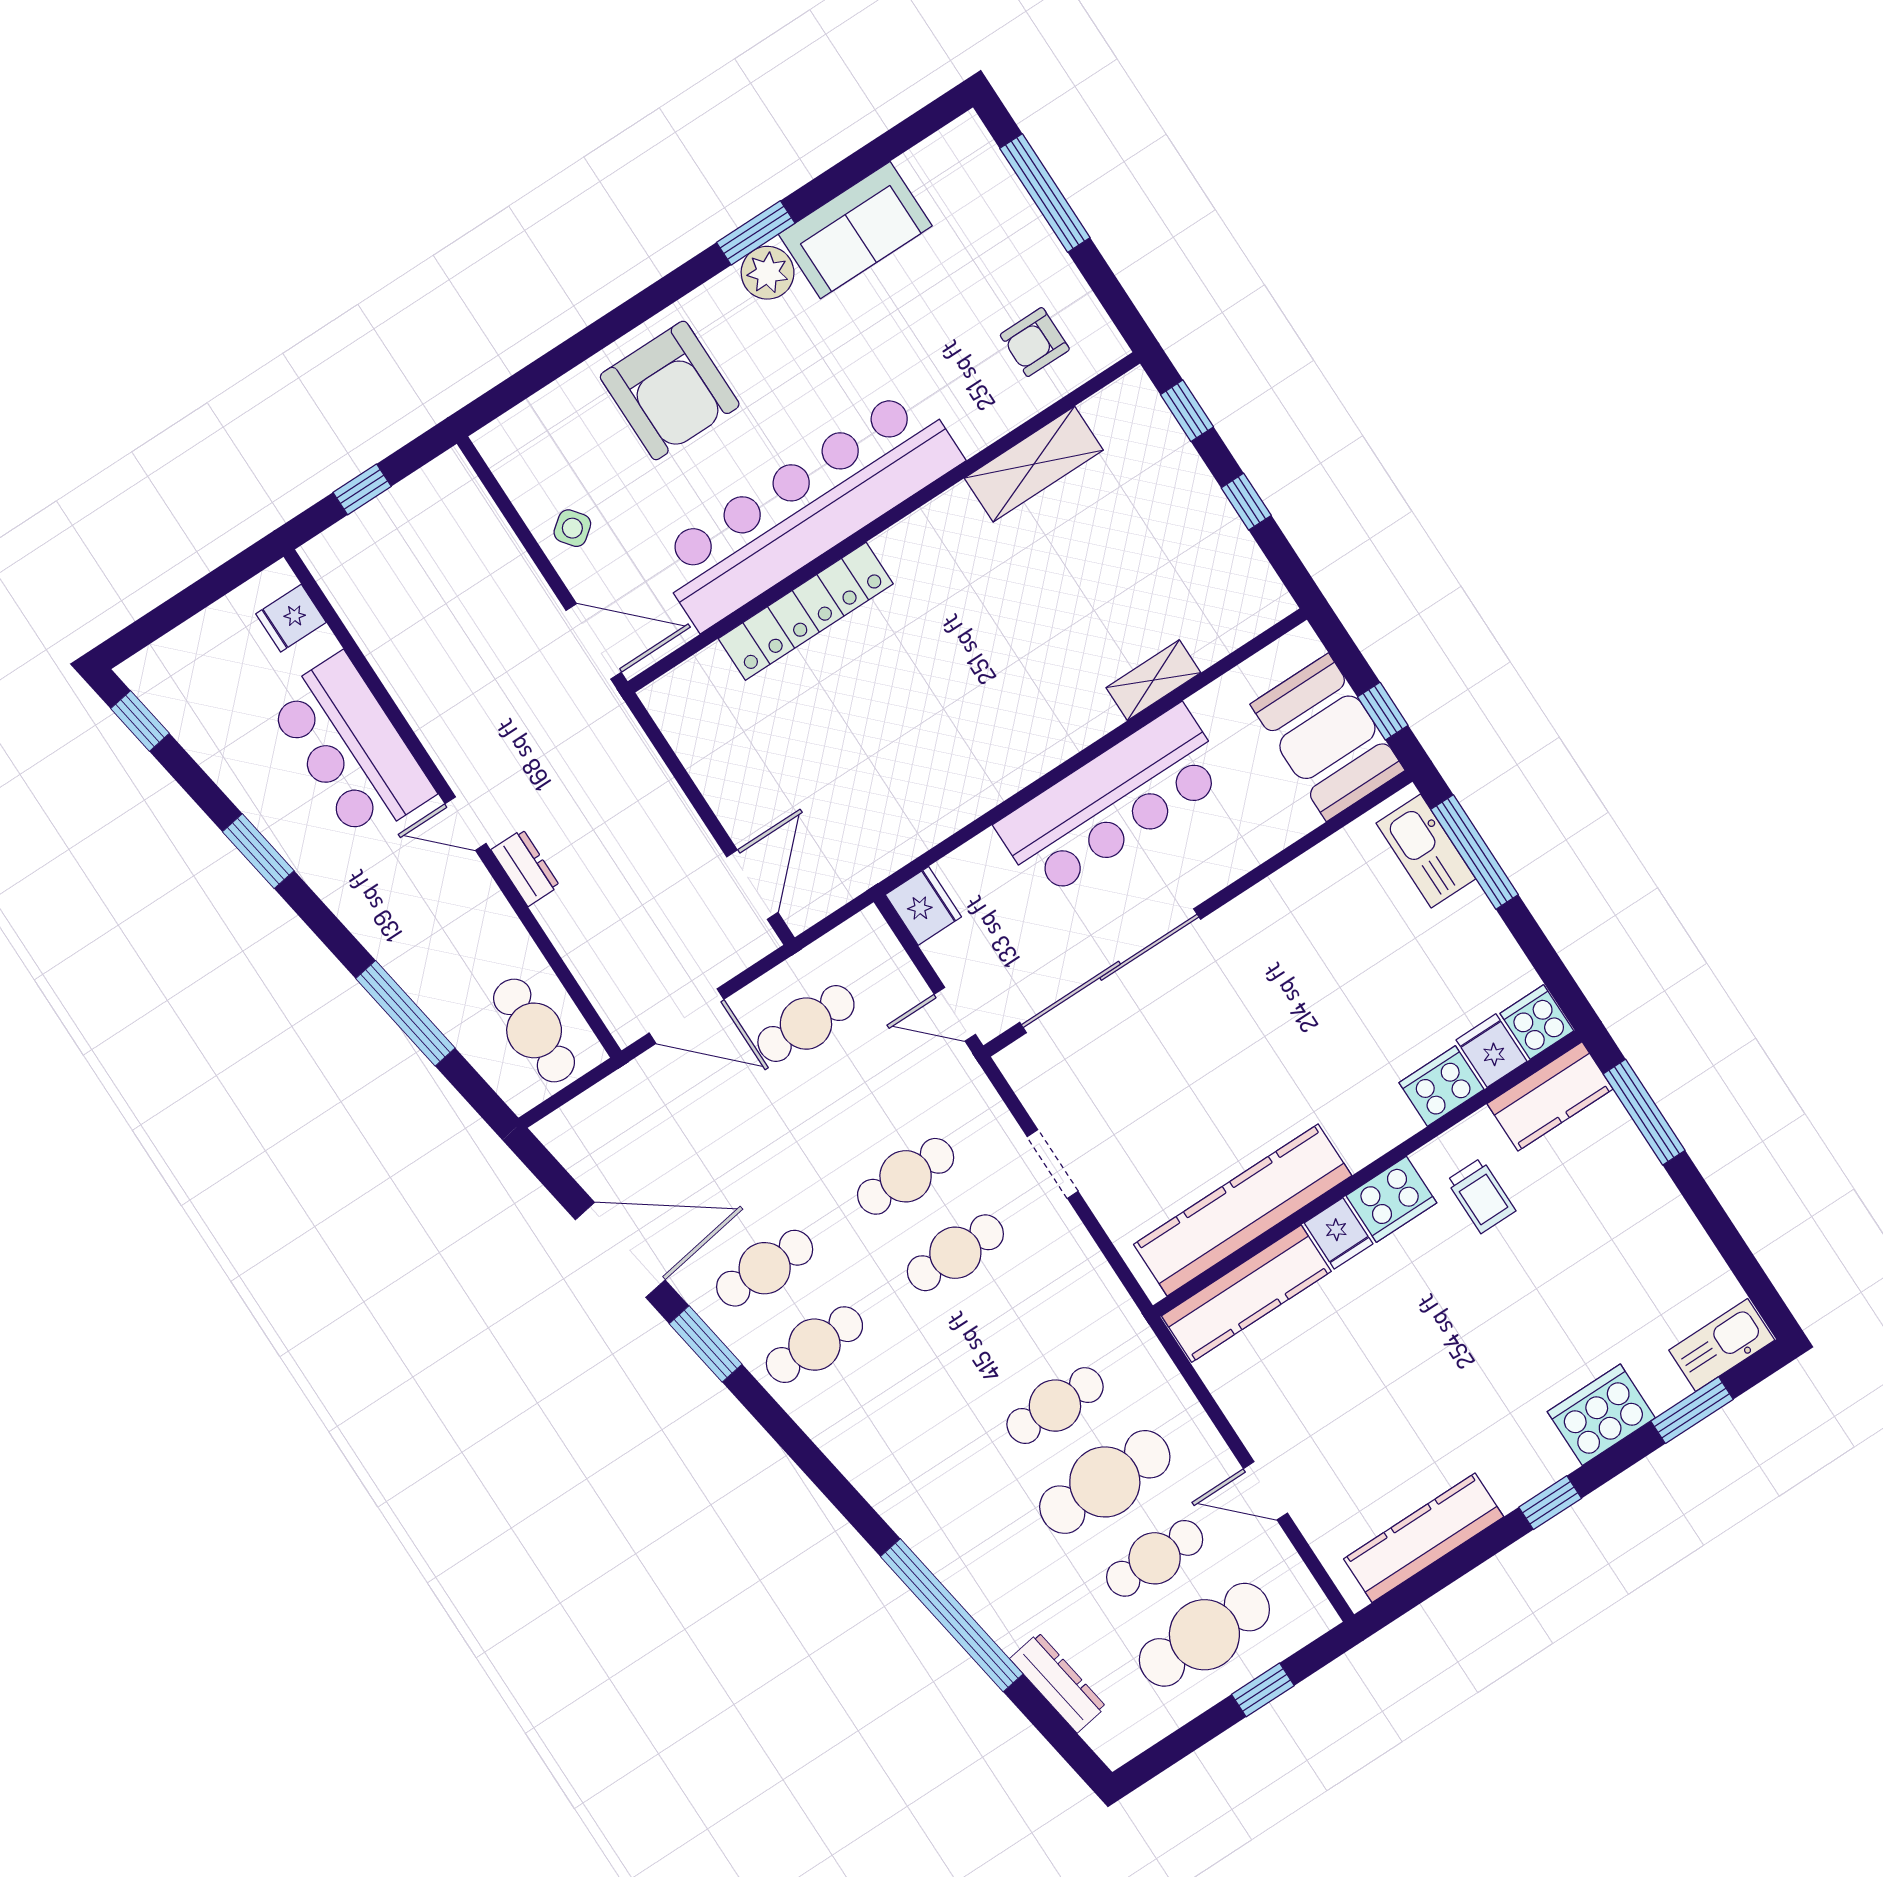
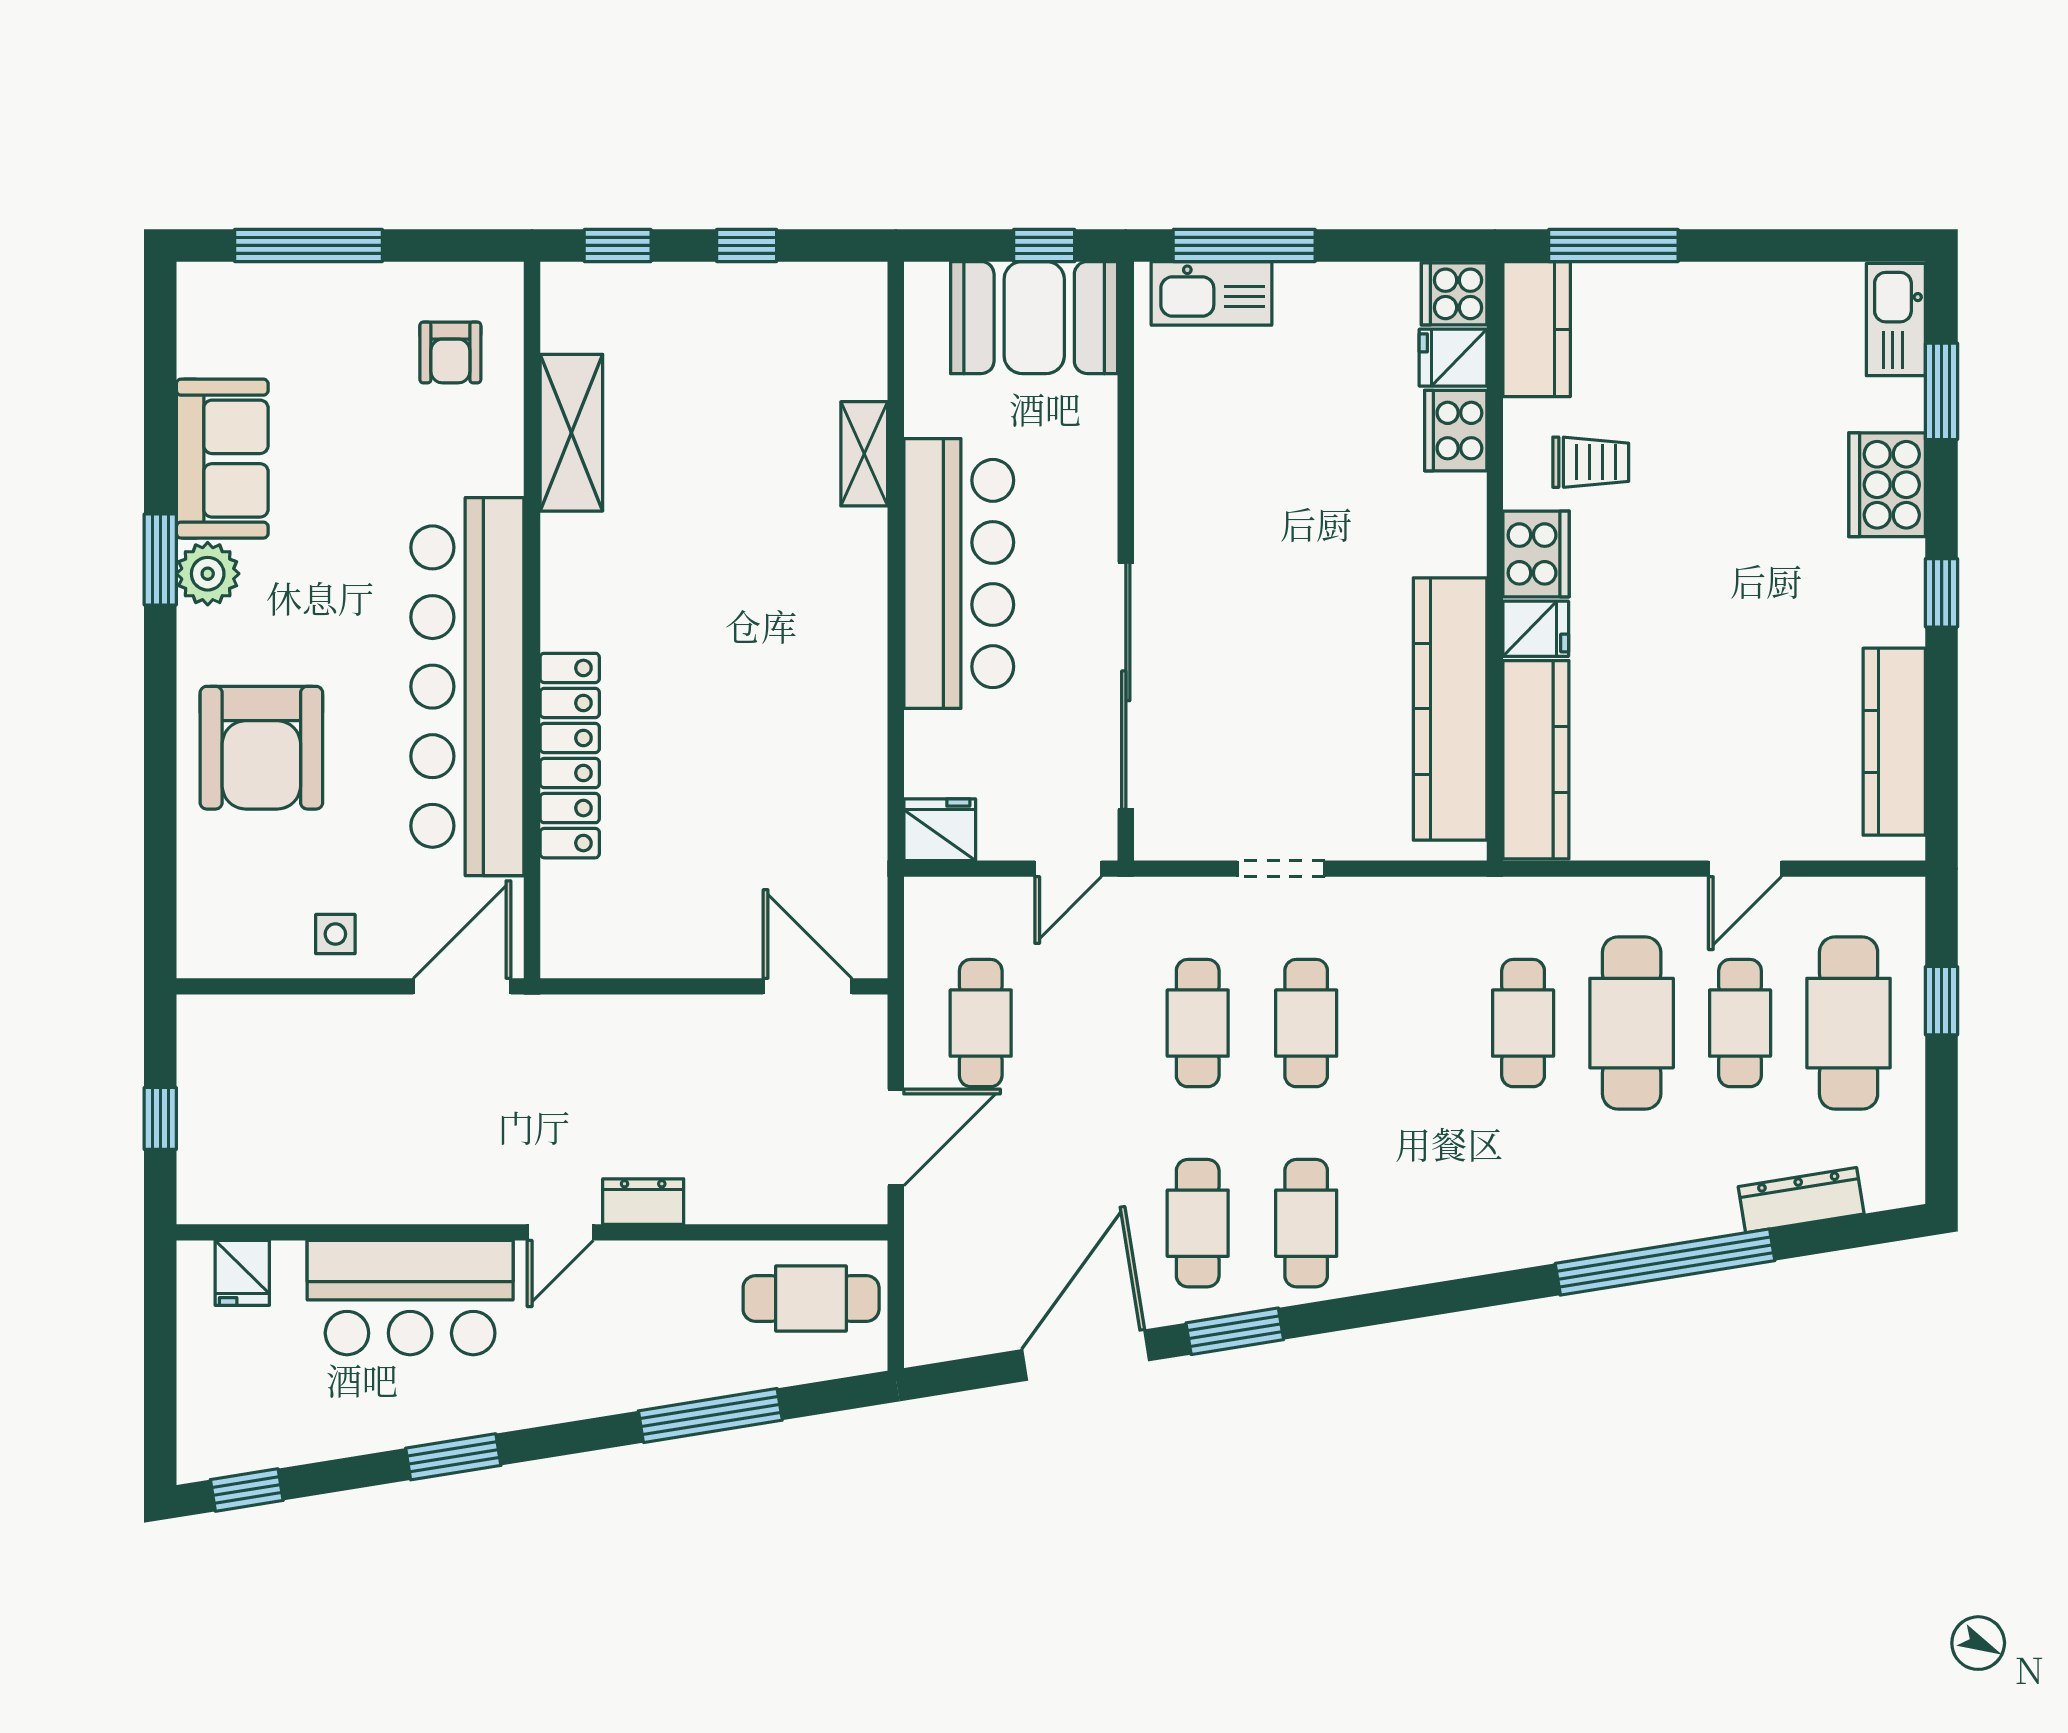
armchair: (670, 390) -> (261, 748), turned 90
side table: (572, 528) -> (335, 934), turned 38

